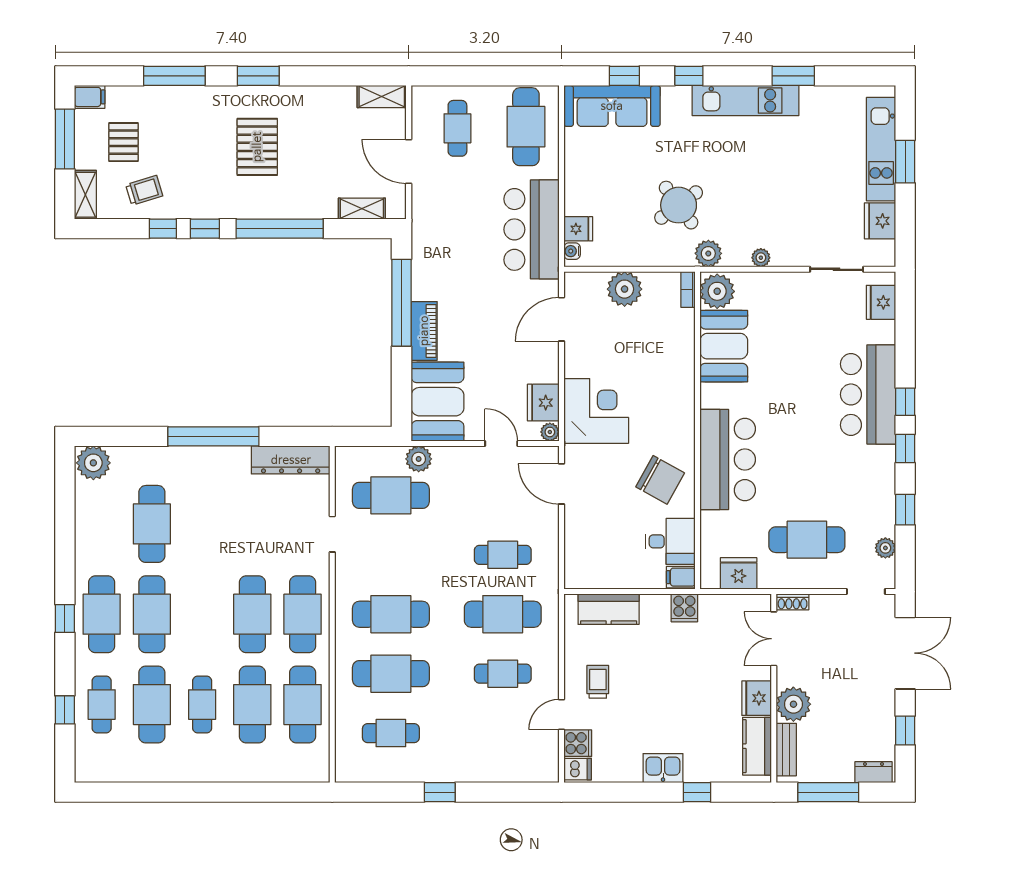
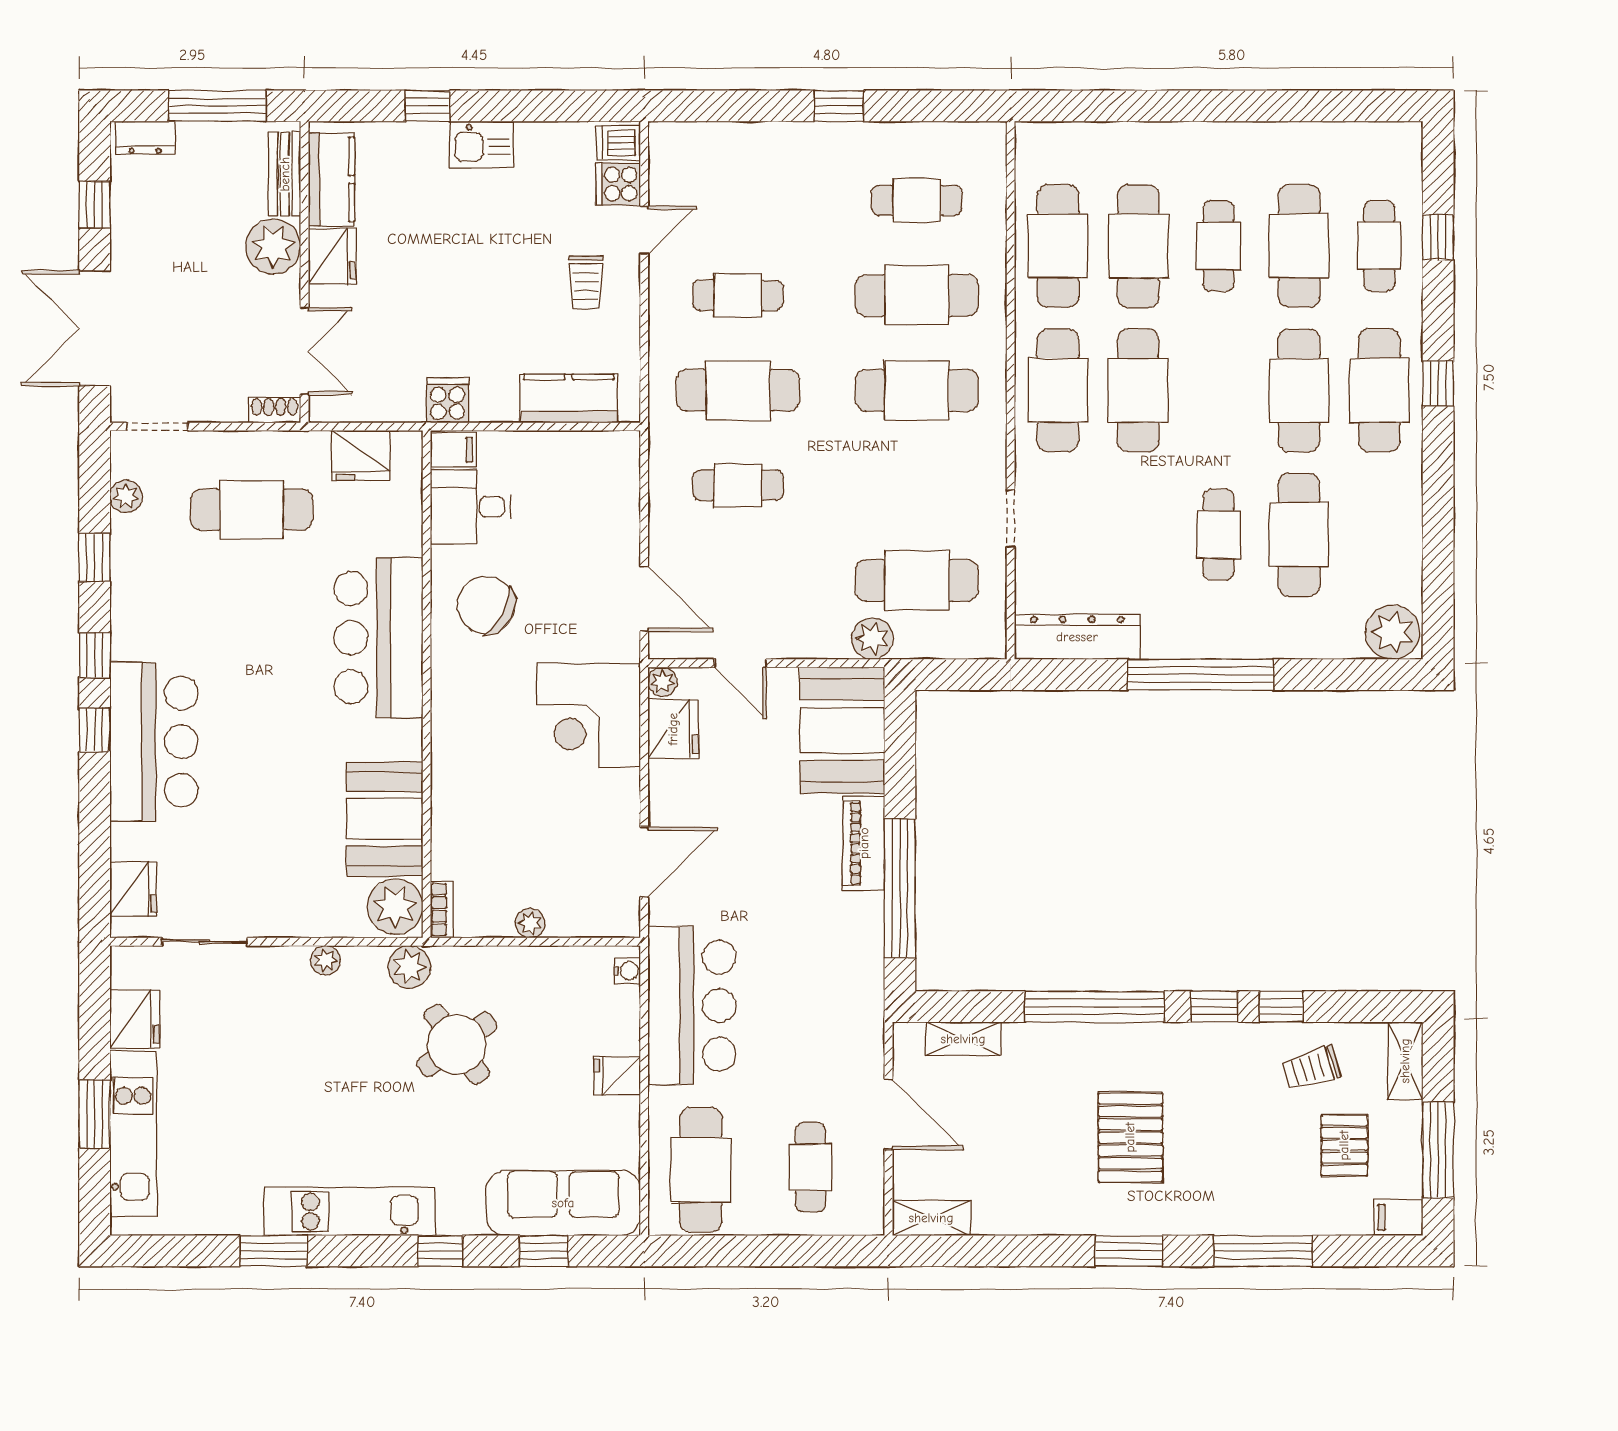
fridge: (578, 229) -> (617, 1076), moved
plant: (625, 289) -> (530, 923), width x0.53, depth x0.53
cafe table: (202, 524) -> (1219, 535), added

